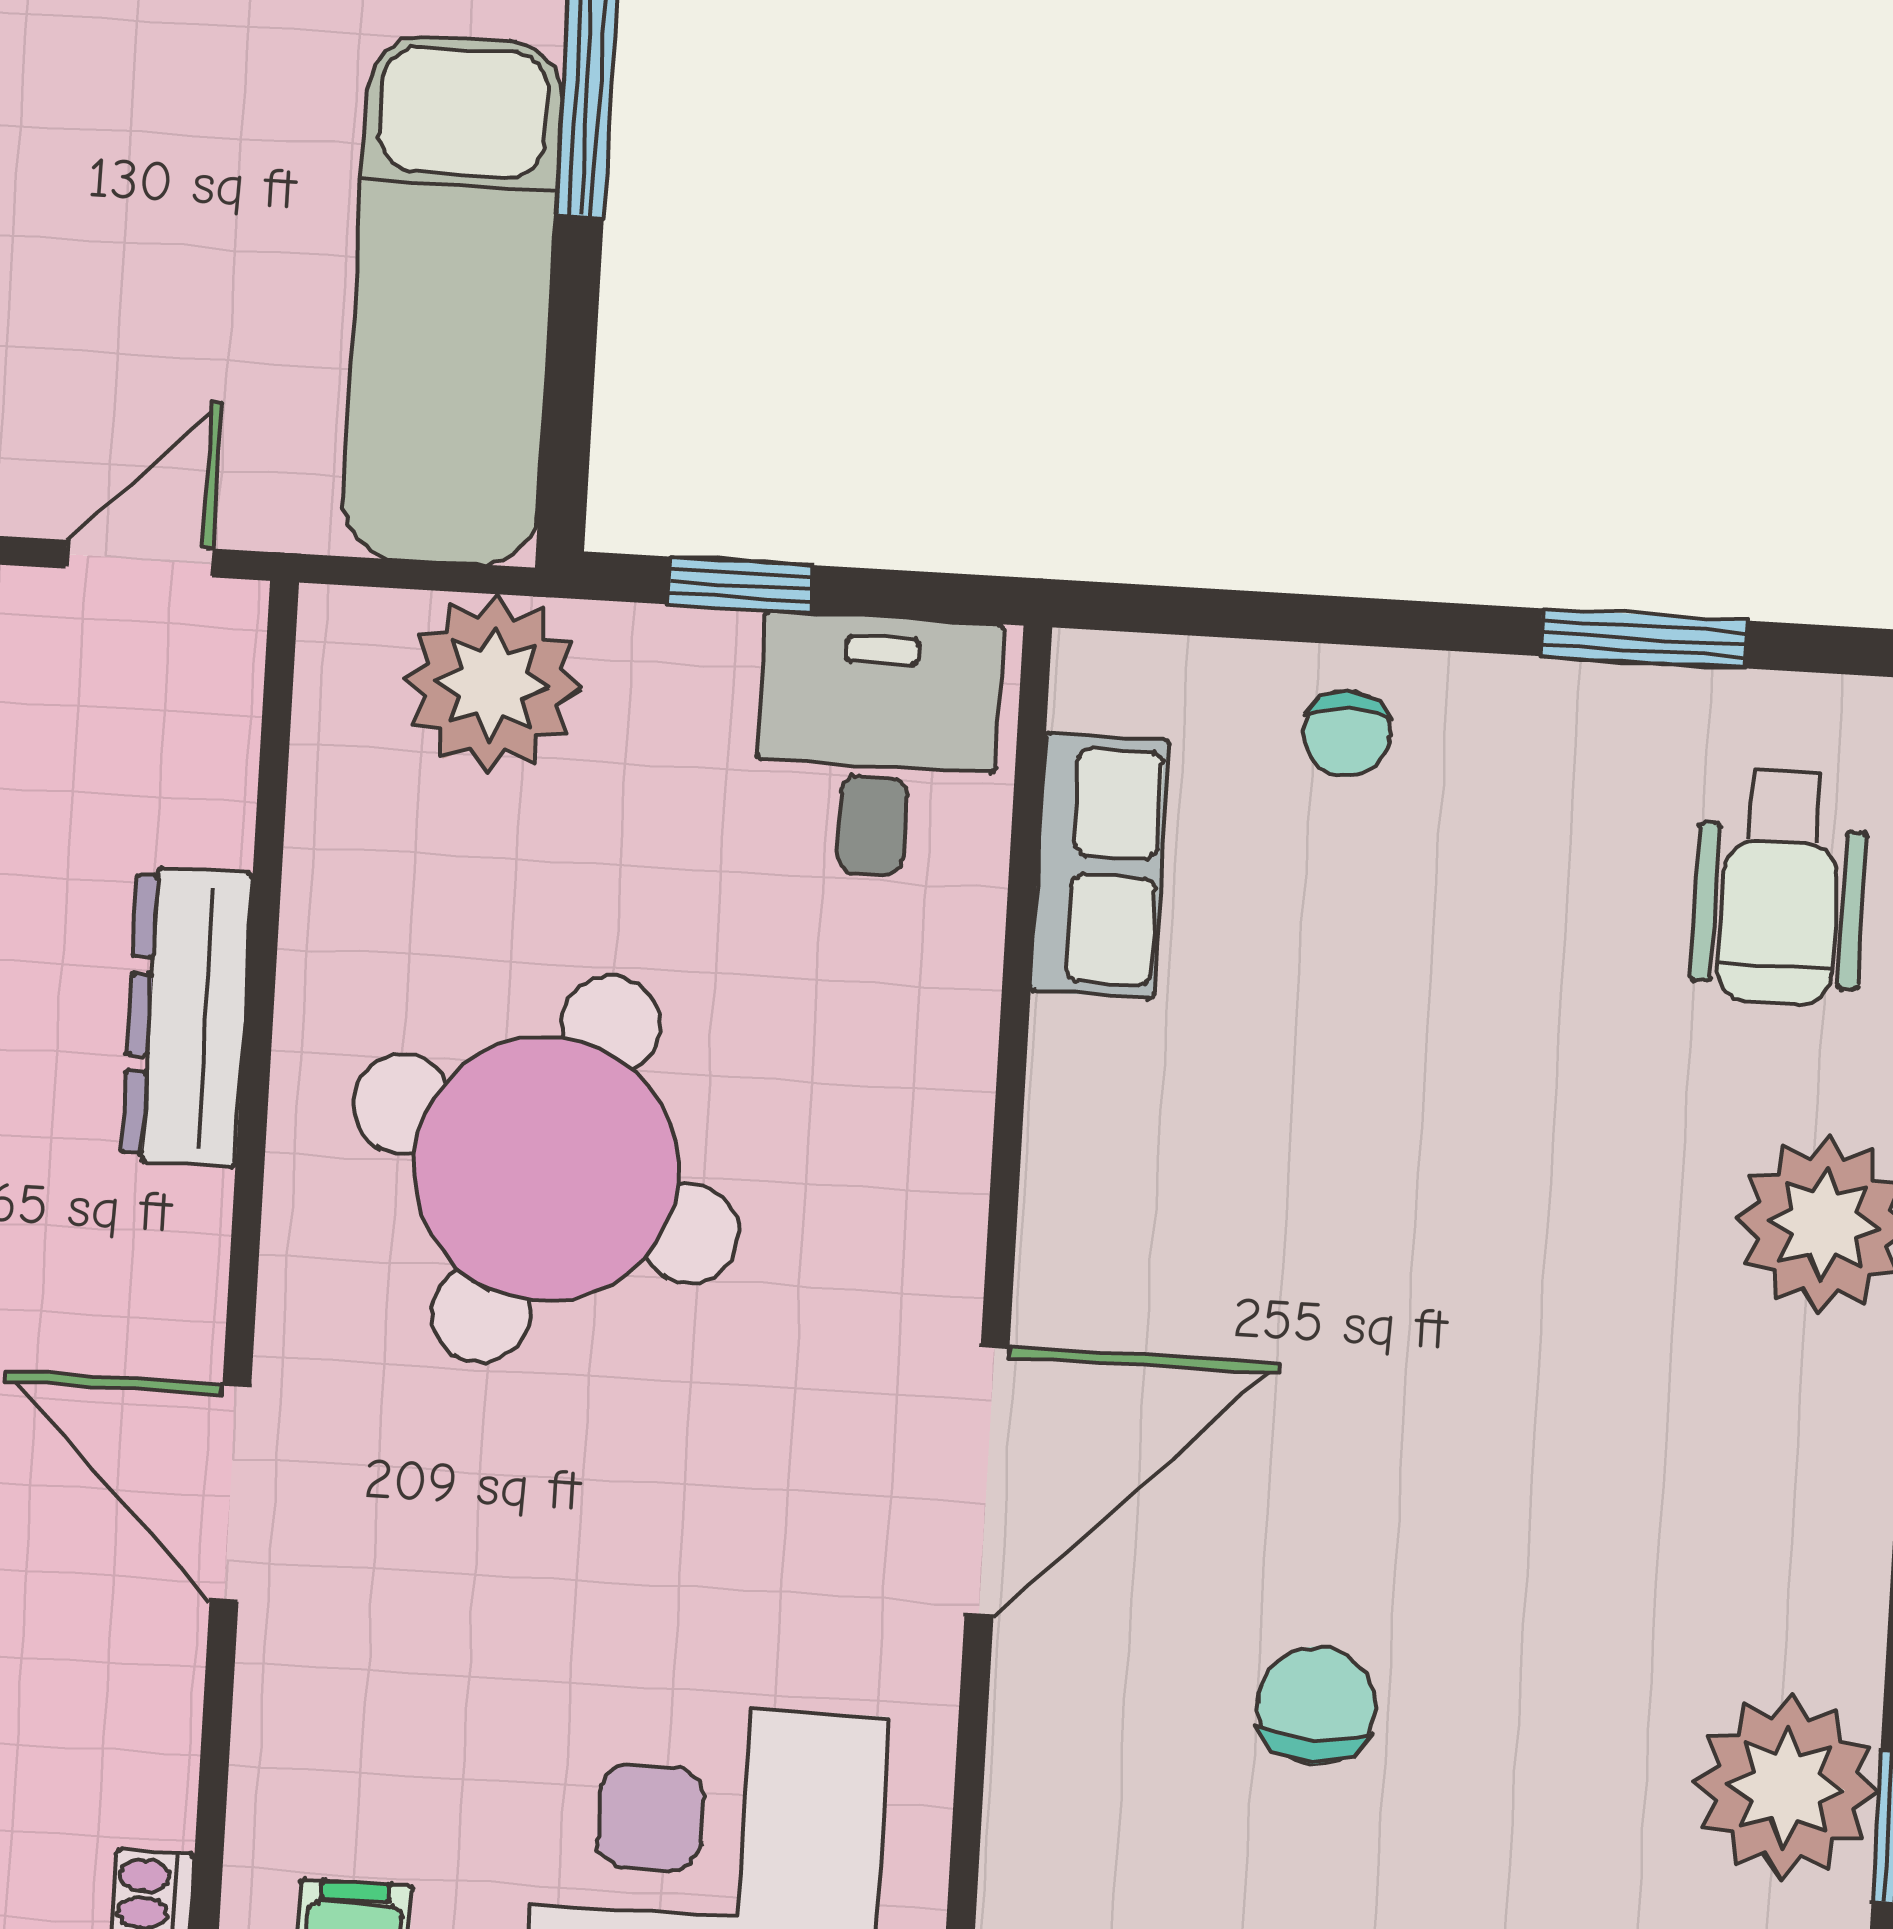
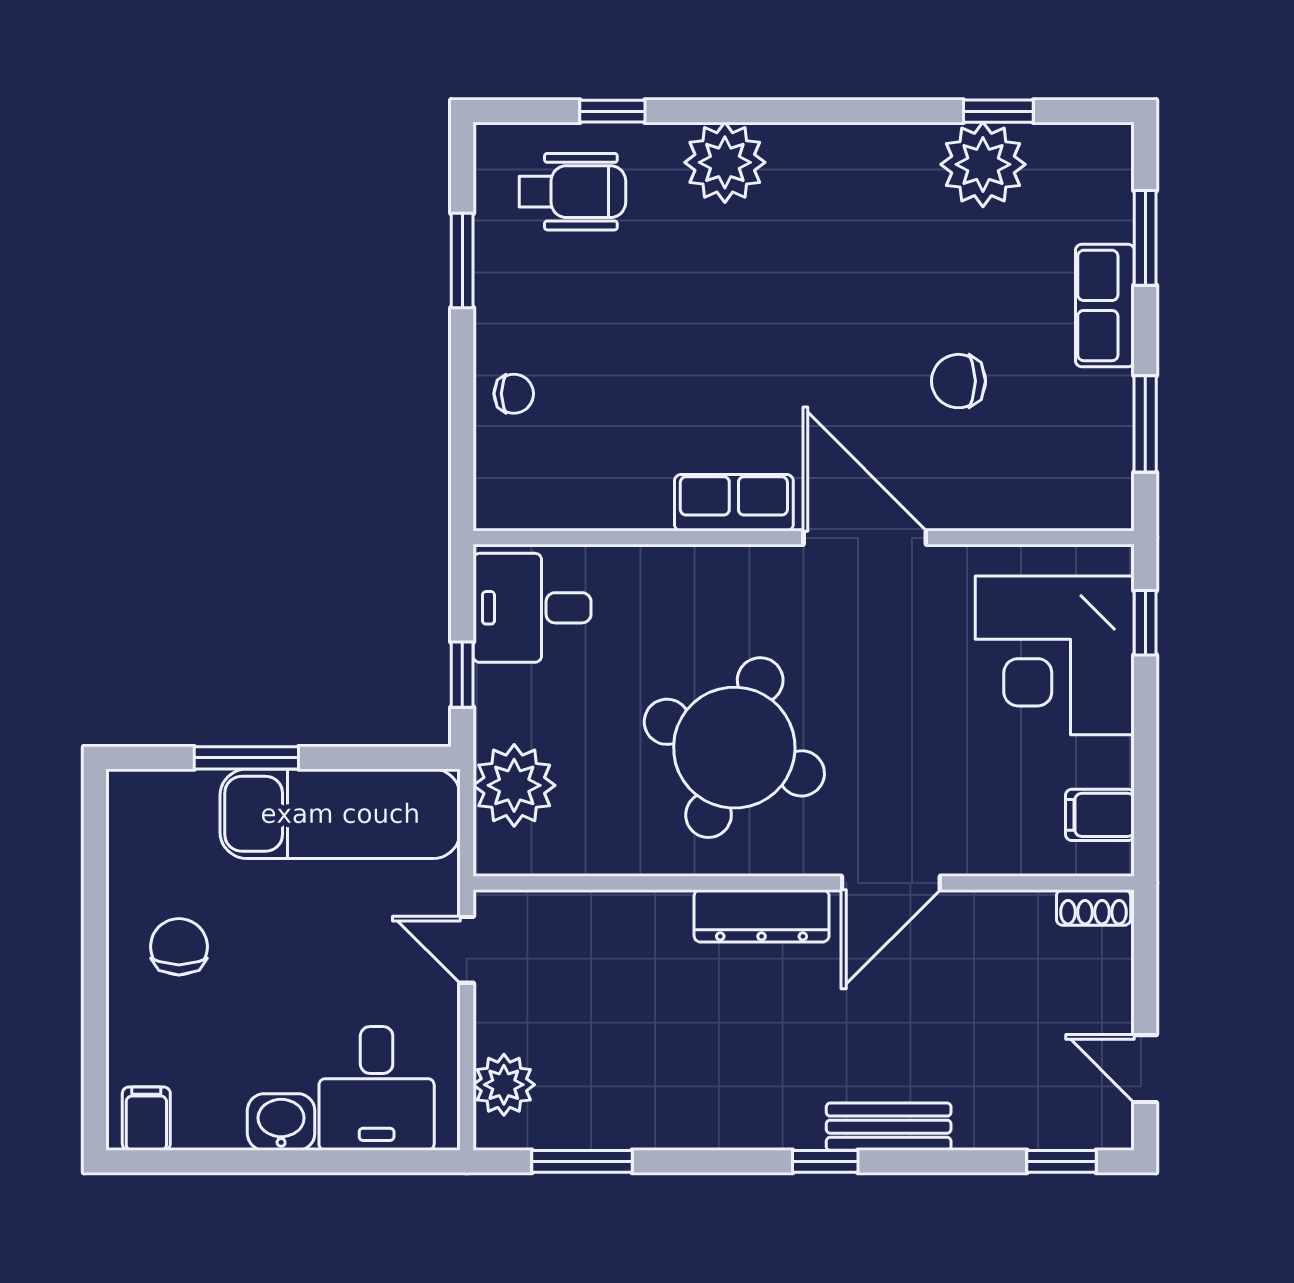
row of seats: (1100, 866) -> (734, 503), moved
dresser: (187, 1017) -> (762, 916), moved

